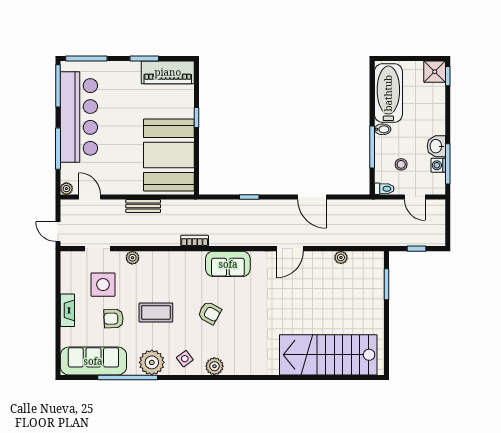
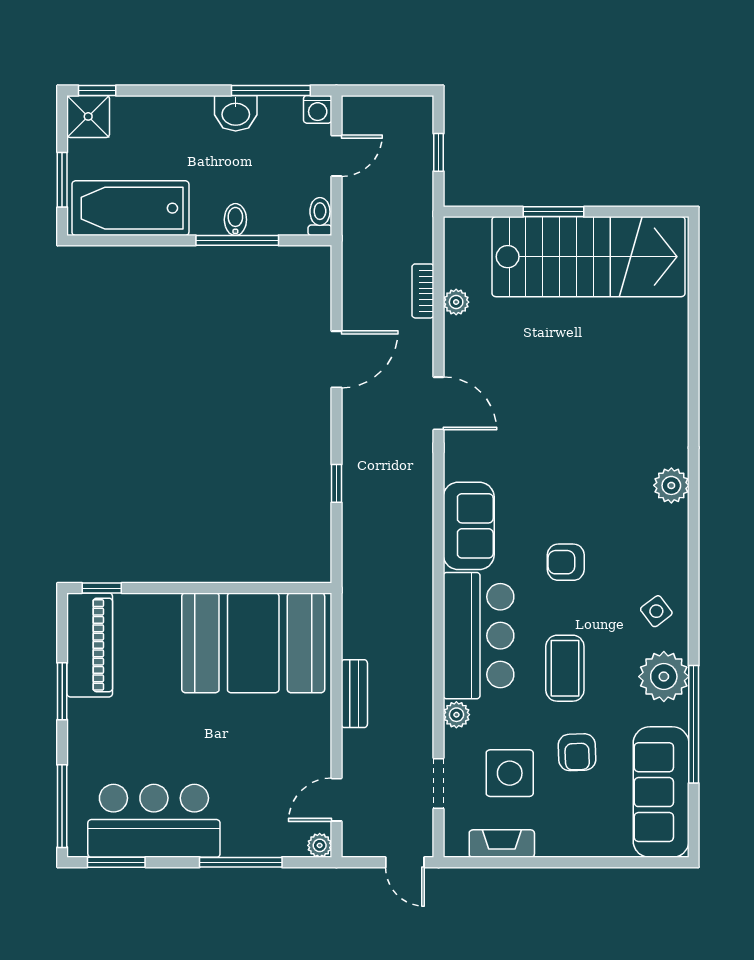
window: (403, 59) -> (62, 180), added
window: (58, 86) -> (116, 862), width x0.69
bar counter: (79, 117) -> (154, 821), width x0.73
window: (196, 118) -> (102, 588), moved
bidet: (383, 129) -> (235, 220), moved
stool: (401, 164) -> (272, 183), removed
washing machine: (438, 165) -> (318, 109), moved
door: (58, 232) -> (405, 862), hinge flipped
bookcase: (195, 241) -> (423, 291), moved
bar counter: (172, 269) -> (479, 636), added
window: (387, 284) -> (553, 212), moved
fireplace: (67, 310) -> (502, 844), moved
armchair: (210, 313) -> (566, 562), turned -119
stairs: (328, 355) -> (589, 257), moved, turned -90
plant: (214, 366) -> (671, 485), moved

